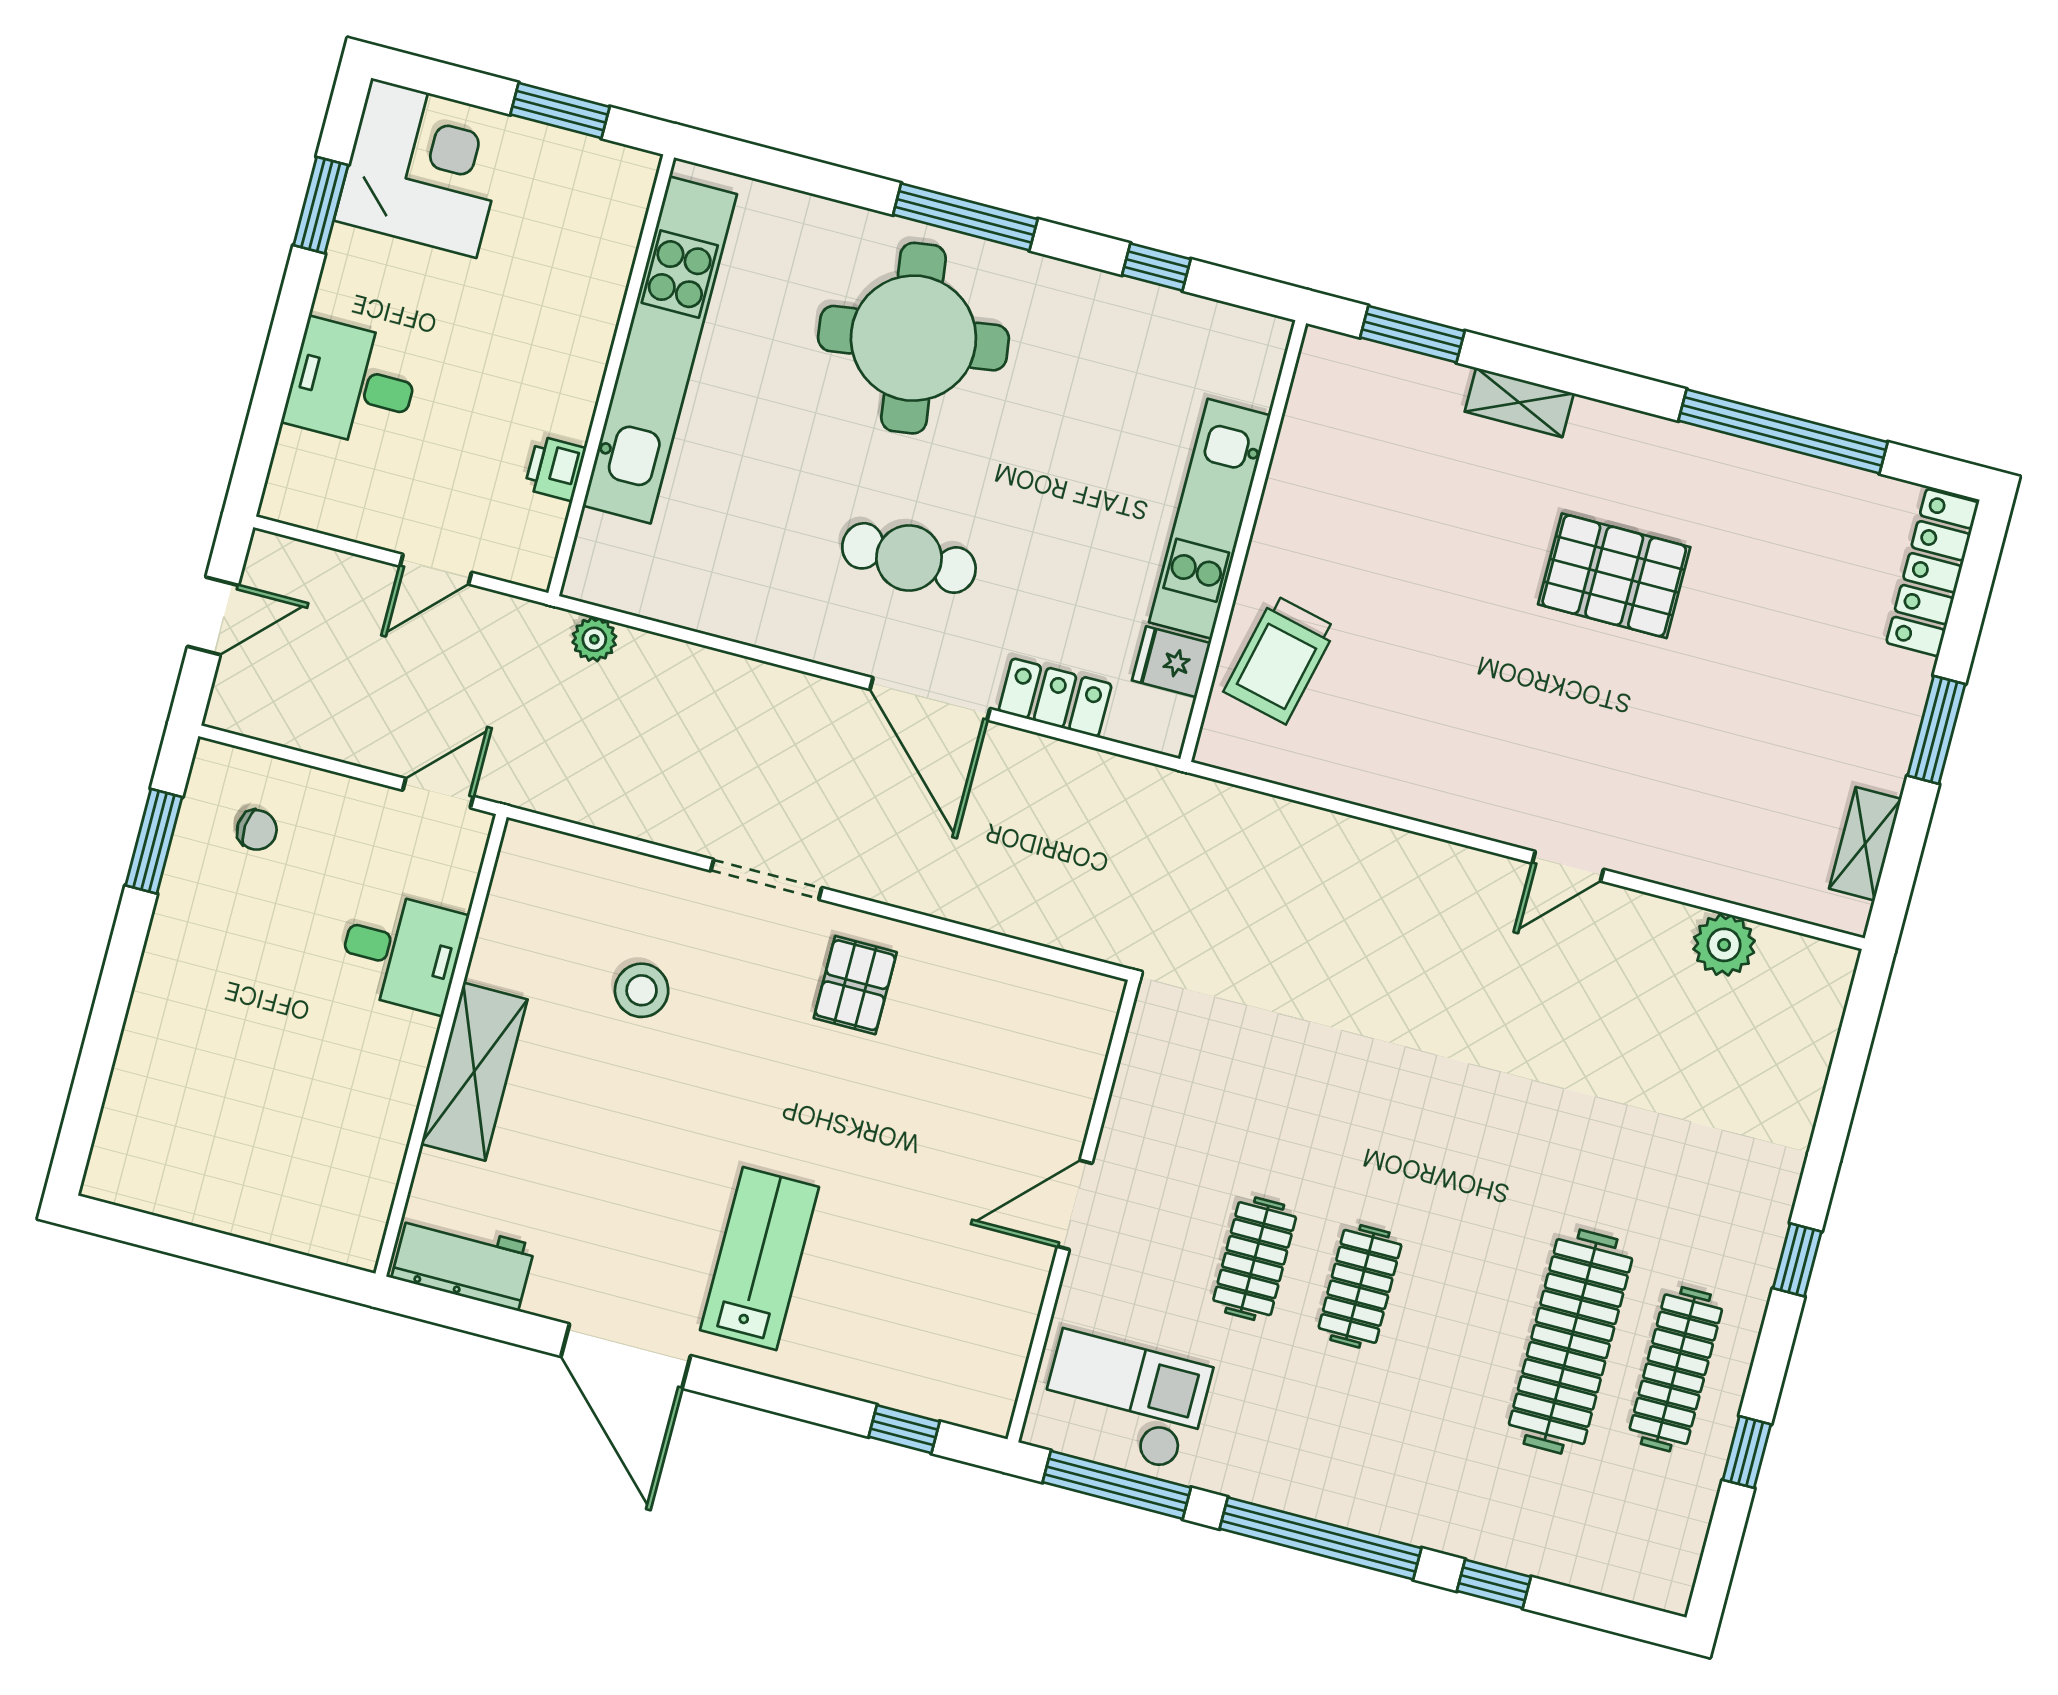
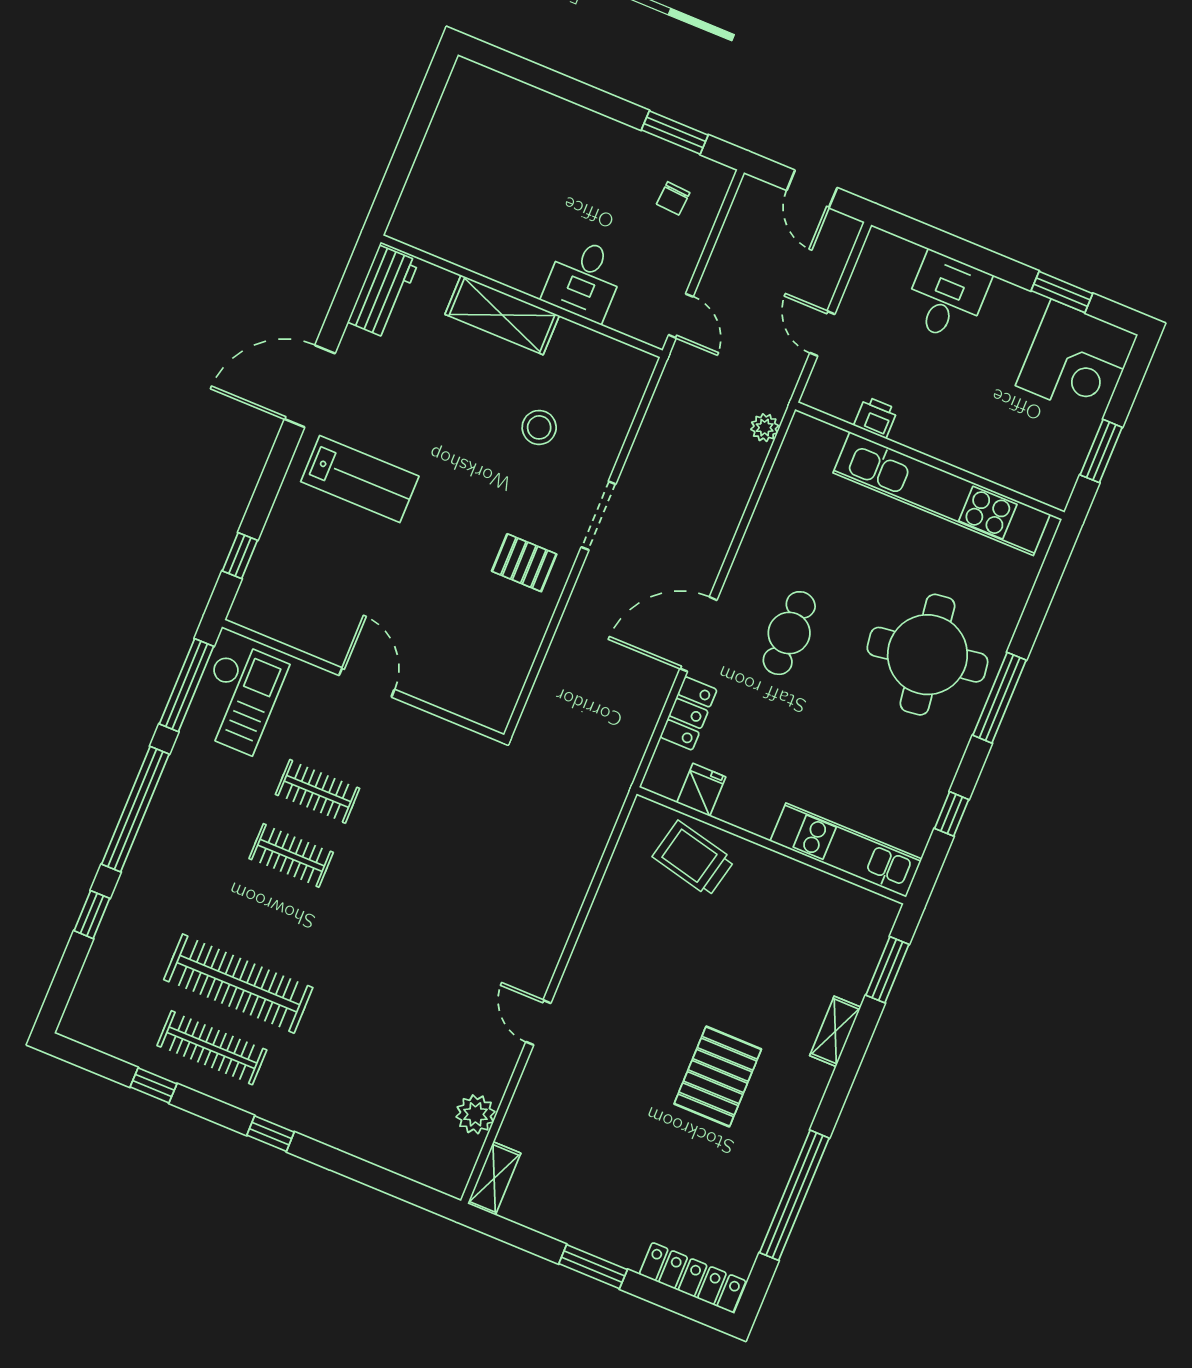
kitchen unit: (1210, 519) -> (846, 850), moved
shelving: (1865, 844) -> (494, 1178), moved, turned 90

